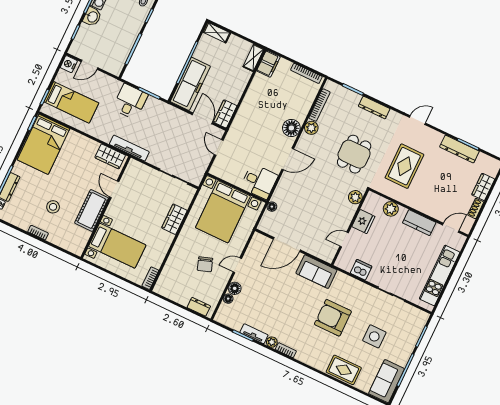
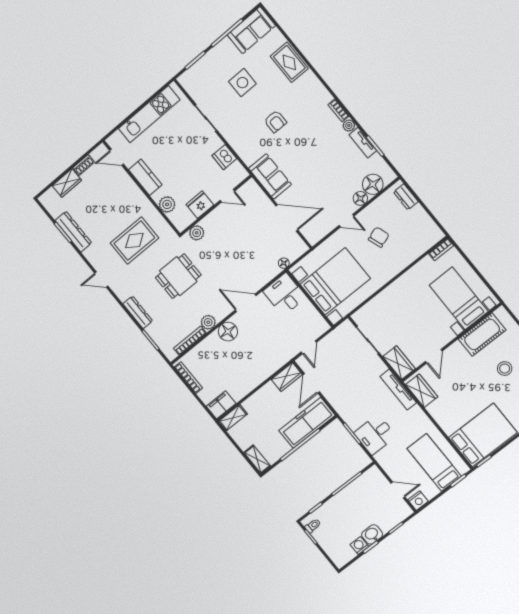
cot: (92, 210) -> (482, 335), moved
wardrobe: (174, 219) -> (399, 363), moved, turned -90
floor lamp: (228, 299) -> (373, 184), width x1.89, depth x1.89
armchair: (333, 318) -> (275, 121), width x0.53, depth x0.53

